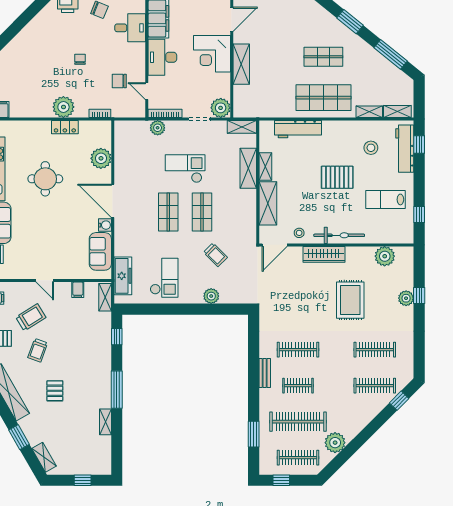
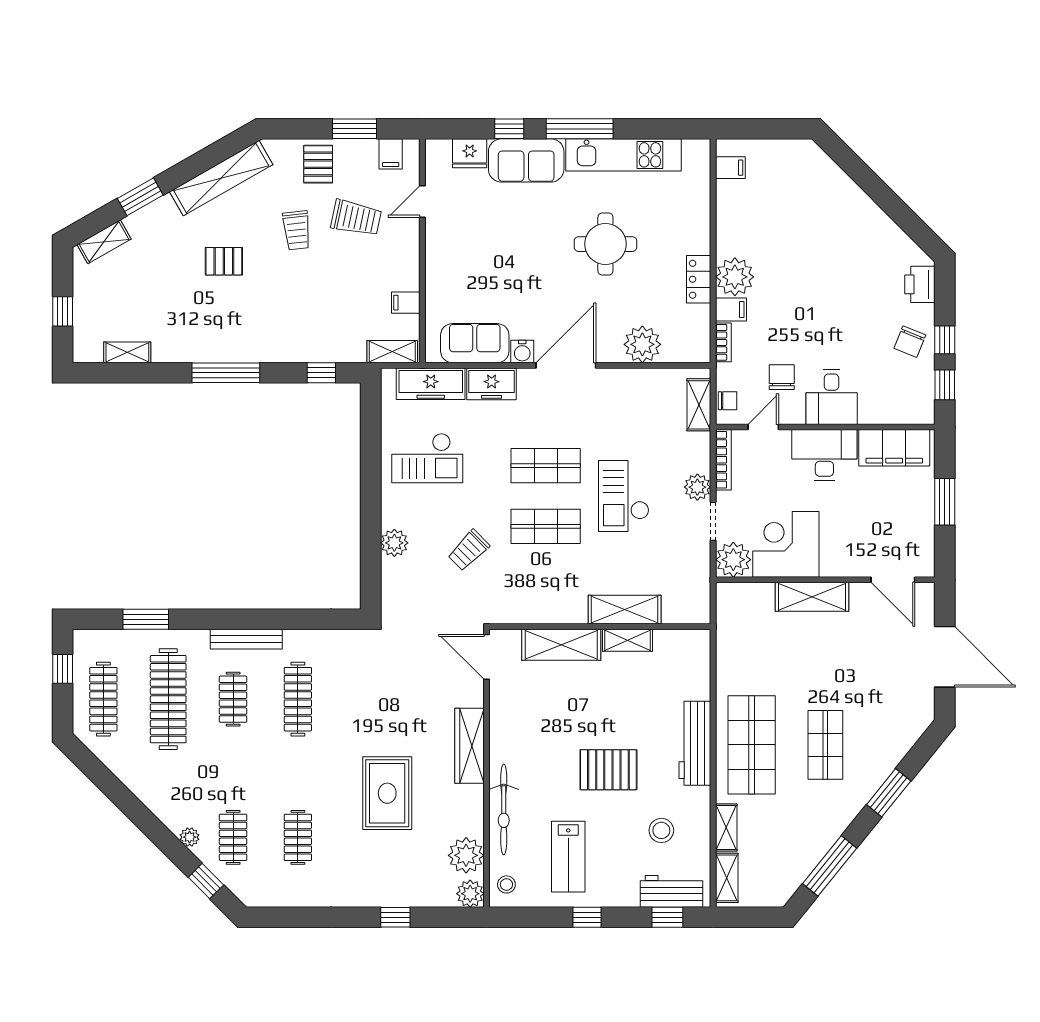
desk: (130, 28) -> (832, 397), moved
corner desk: (212, 54) -> (786, 544), moved
chair: (80, 59) -> (728, 401), moved
filing cabinet: (82, 109) -> (731, 309), added
shelving: (242, 127) -> (699, 405), moved
plant: (158, 128) -> (697, 487), moved
workbench: (298, 129) -> (695, 743), moved
workbench: (405, 149) -> (672, 891), width x0.73
checkout: (185, 169) -> (624, 496), turned 180
pallet: (337, 177) -> (608, 770), turned 90
lab bench: (385, 199) -> (568, 857), turned 180
window: (419, 214) -> (587, 917), moved
stool: (299, 233) -> (506, 884), moved
bicycle: (339, 235) -> (504, 809), moved
freezer: (123, 242) -> (492, 384), added
door: (45, 280) -> (422, 201), moved
plant: (406, 298) -> (470, 894), moved
rug: (350, 300) -> (387, 793), turned 90
trolley: (31, 317) -> (356, 218), turned -46
trolley: (38, 350) -> (297, 230), turned -116
clothes rail: (375, 350) -> (298, 837), width x0.73
bench: (265, 373) -> (246, 639), width x1.36
clothes rail: (375, 386) -> (233, 837), width x0.73
shelving: (105, 422) -> (127, 352), moved
plant: (335, 443) -> (190, 837), moved, width x0.53, depth x0.53

